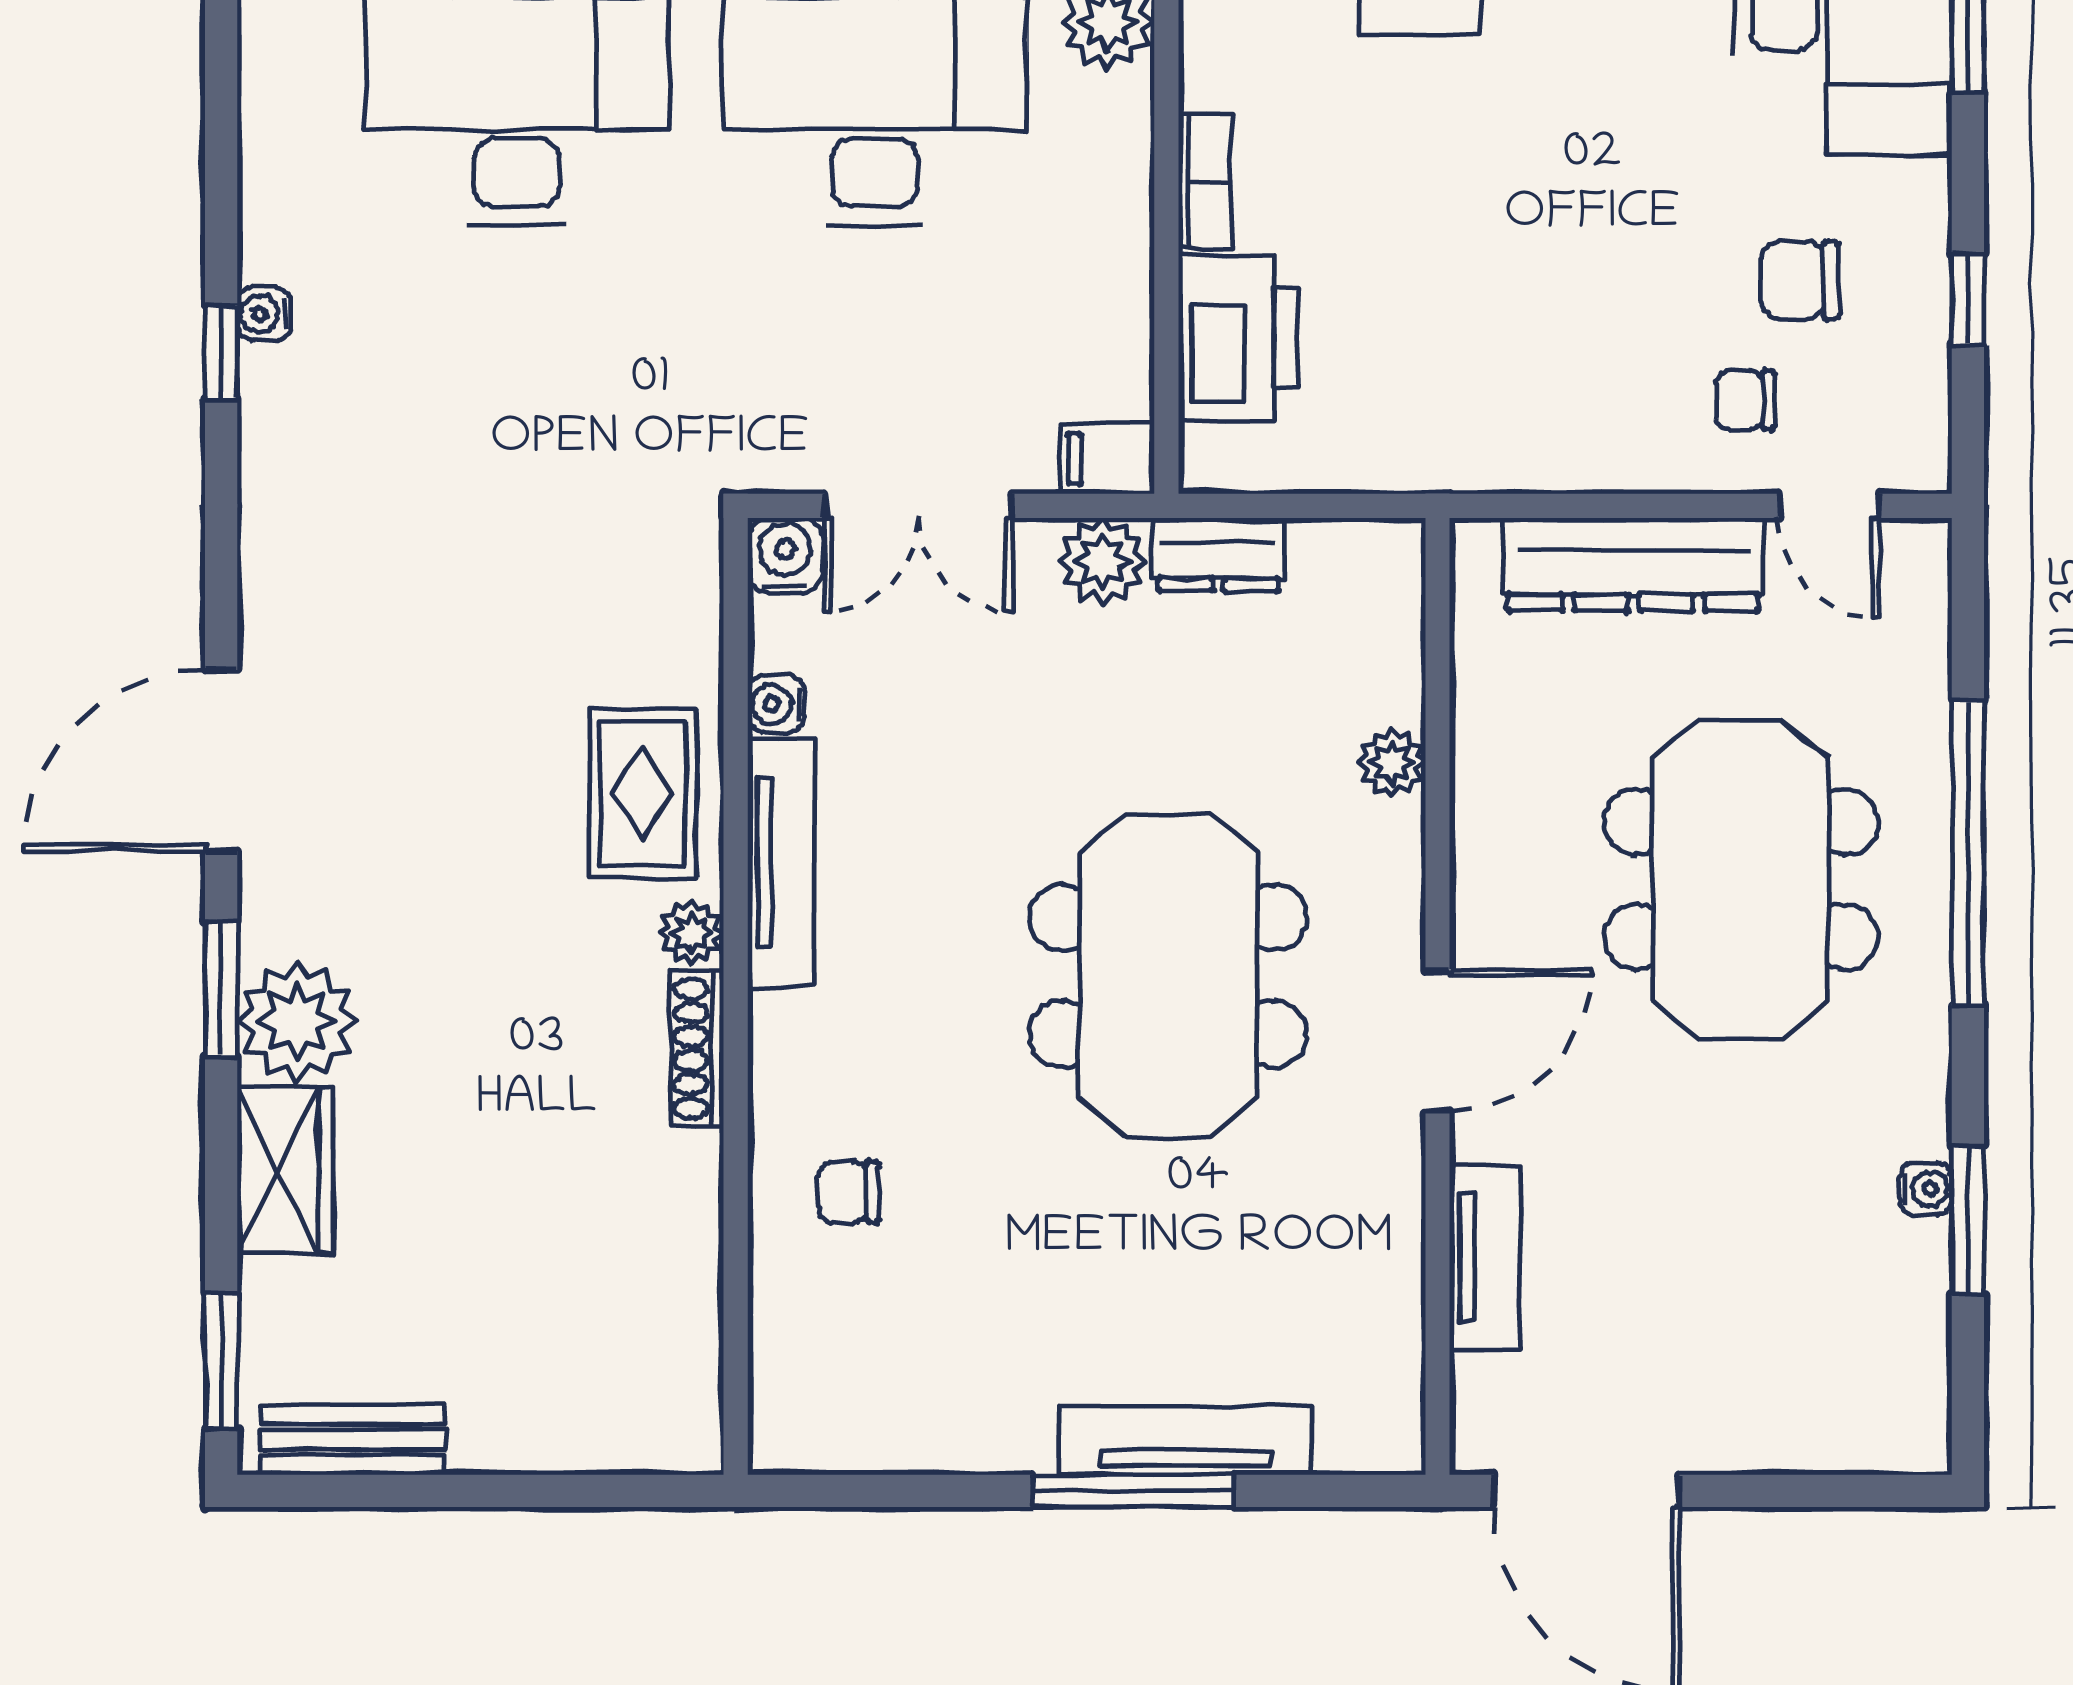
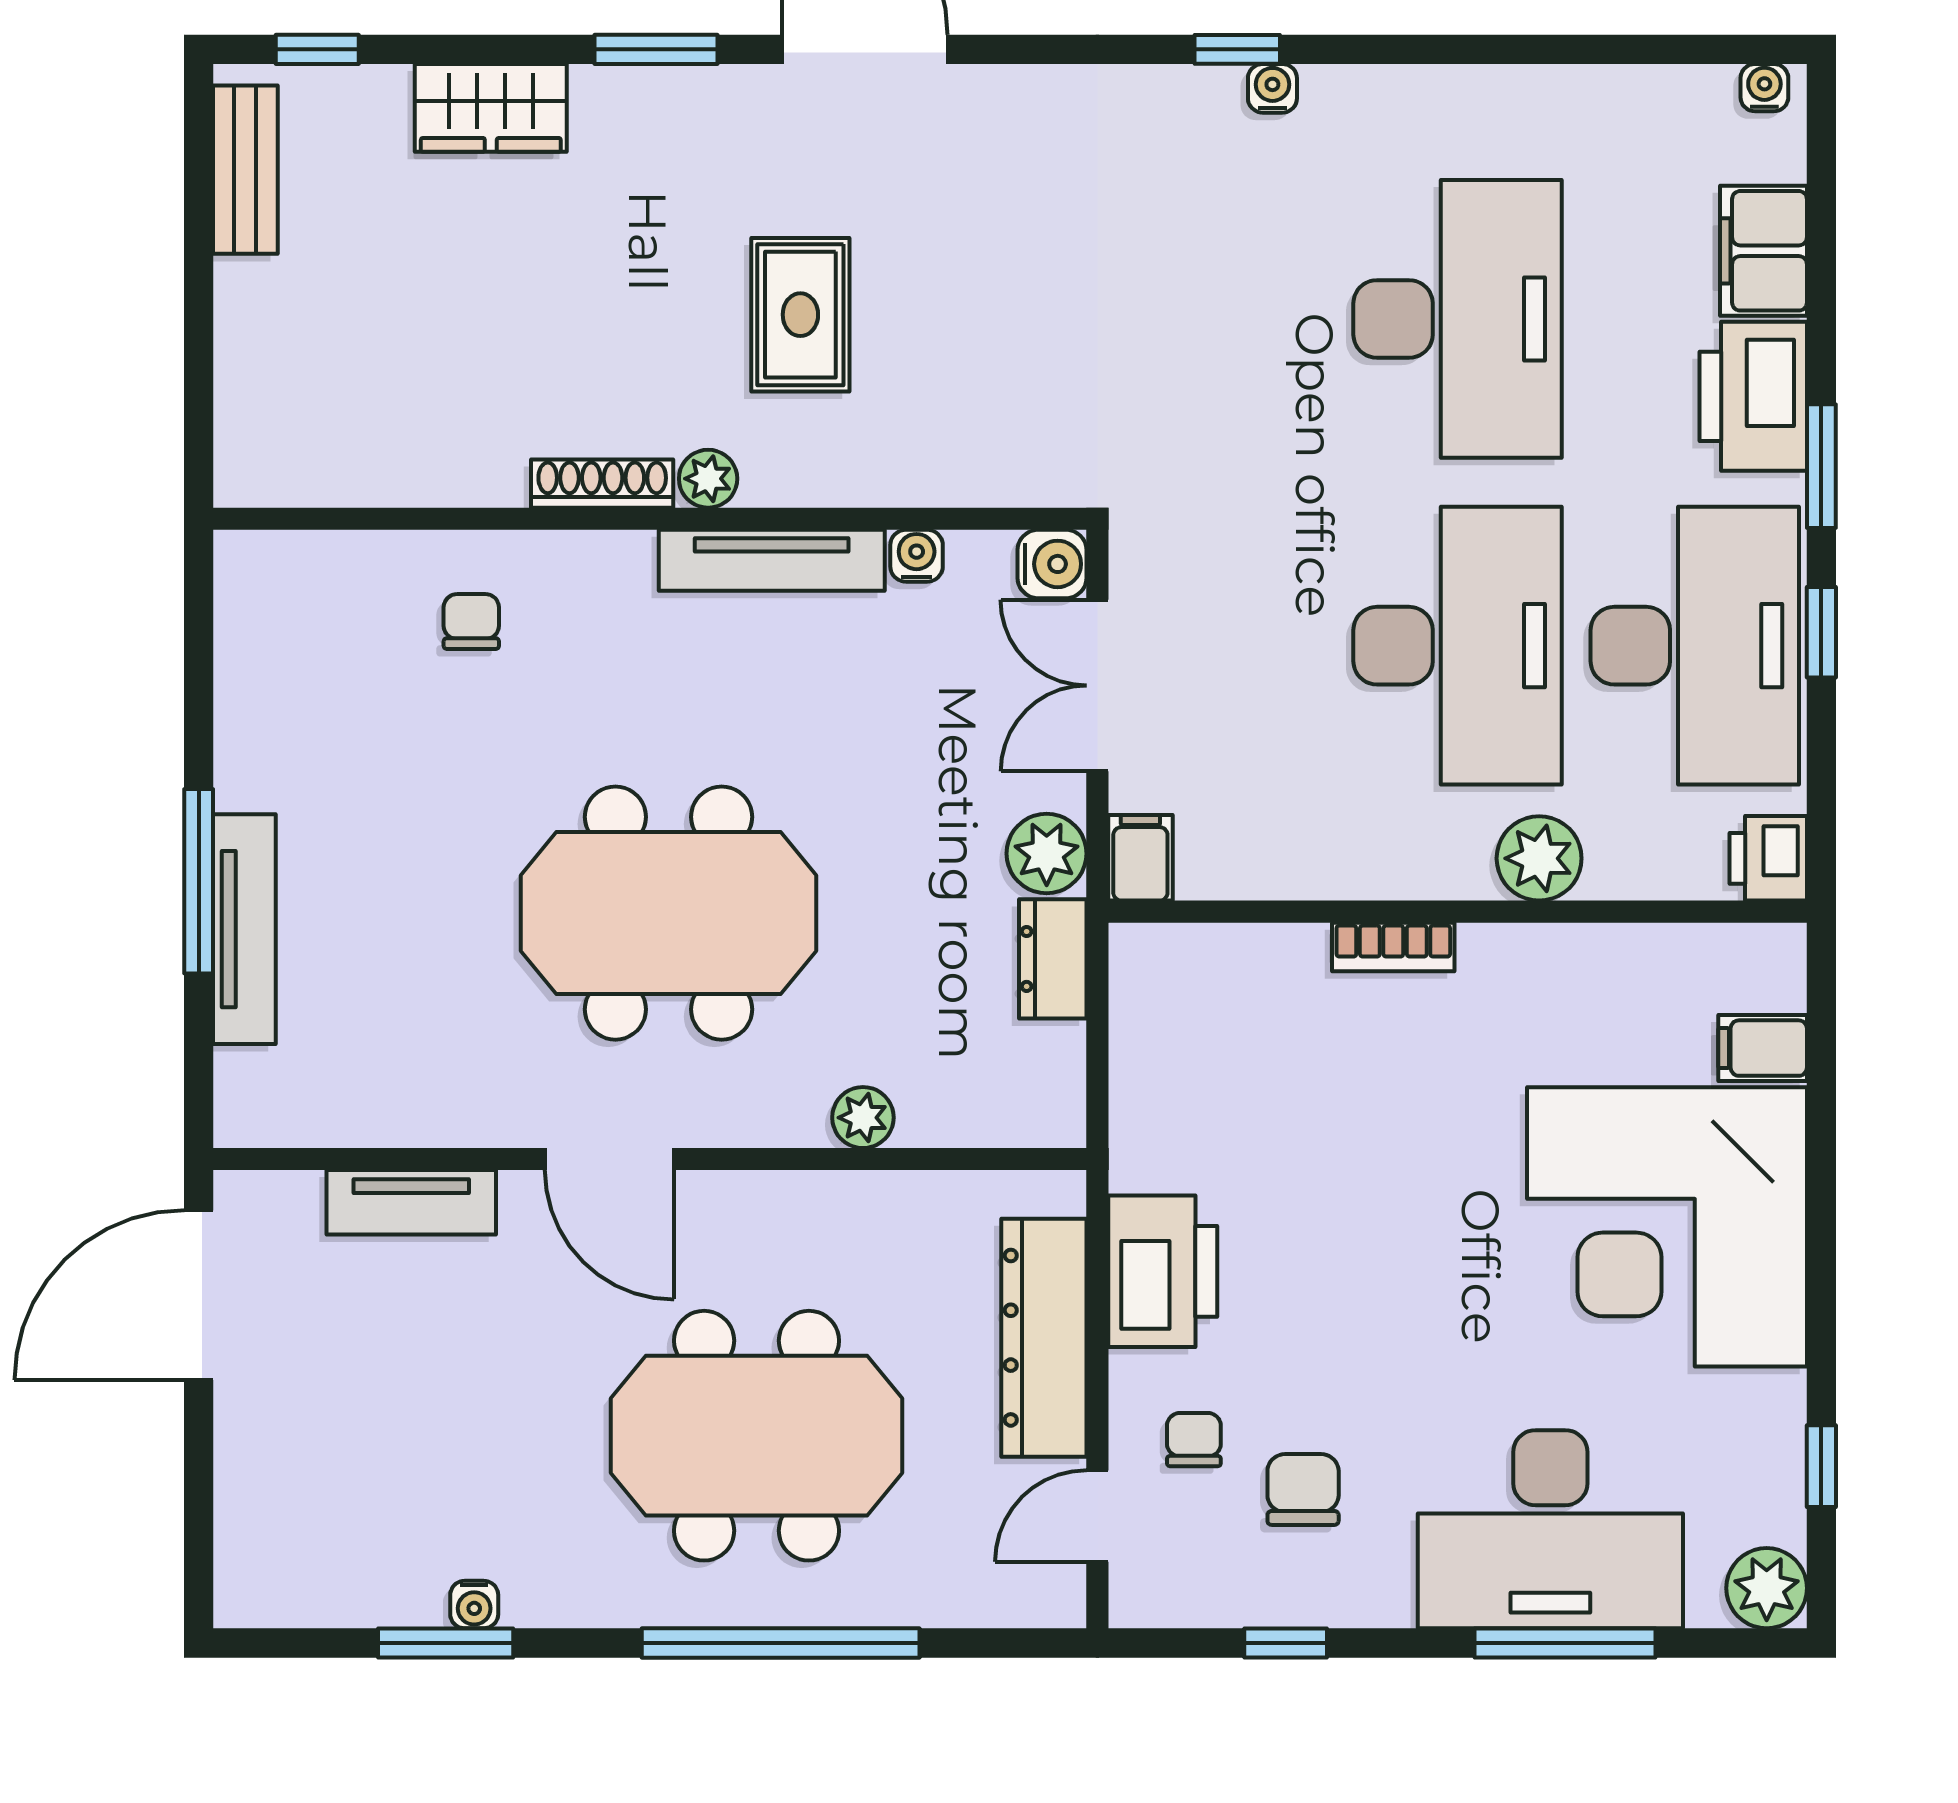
printer: (1238, 338) -> (1163, 1271), moved, turned -90
rug: (642, 793) -> (800, 315), moved, turned 90
plant: (297, 1021) -> (627, 118), removed
window: (221, 1361) -> (317, 49), width x0.67

